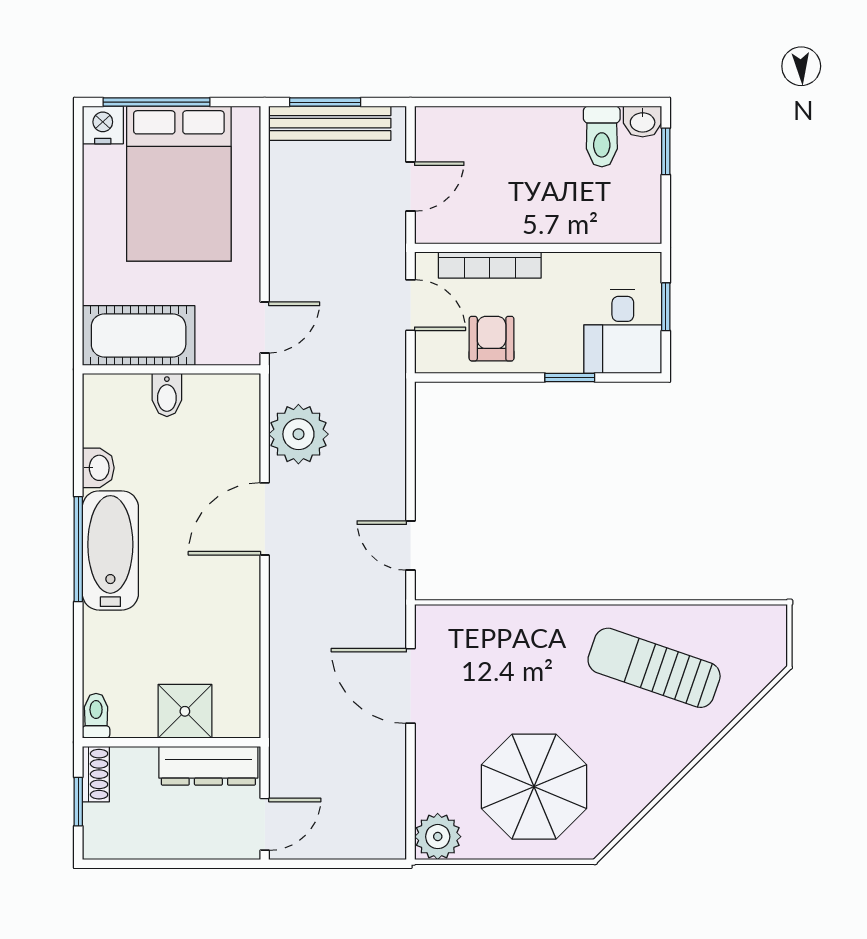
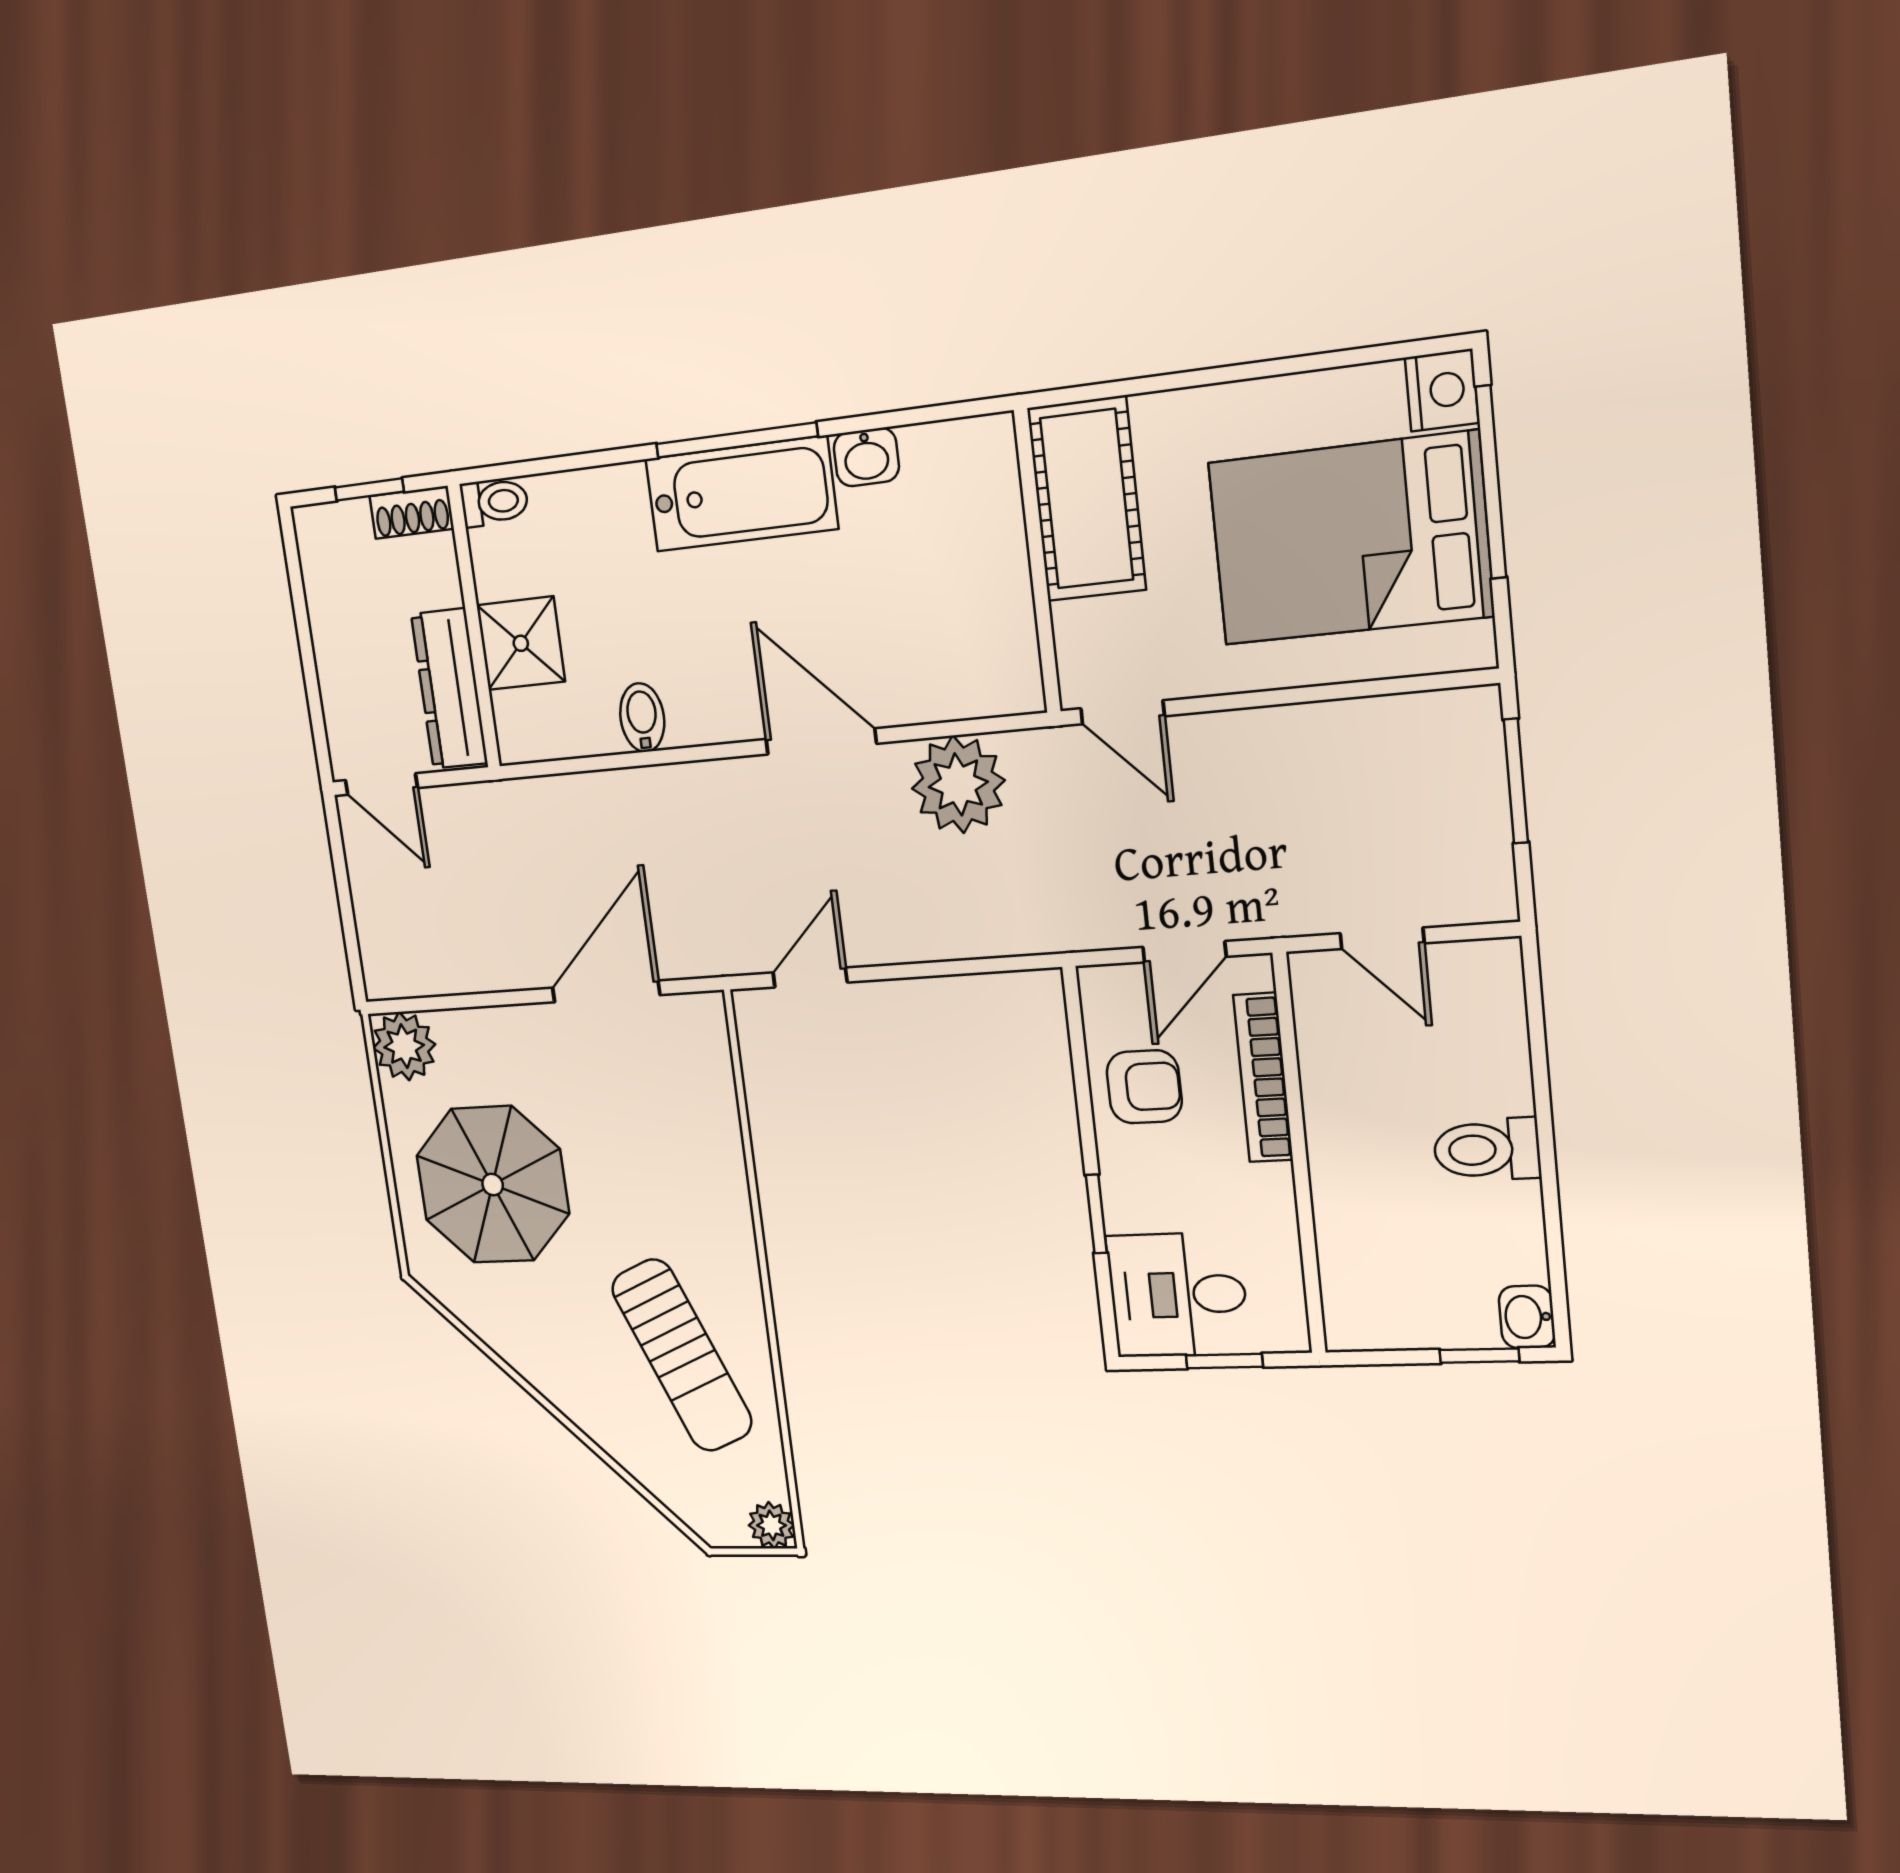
bench: (330, 123) -> (1479, 792), removed
toilet: (602, 136) -> (1487, 1150), moved
bidet: (167, 395) -> (642, 718), moved, turned 90
plant: (771, 621) -> (771, 1525), added
sun lounger: (654, 668) -> (682, 1355), turned 138

